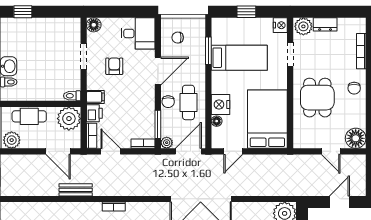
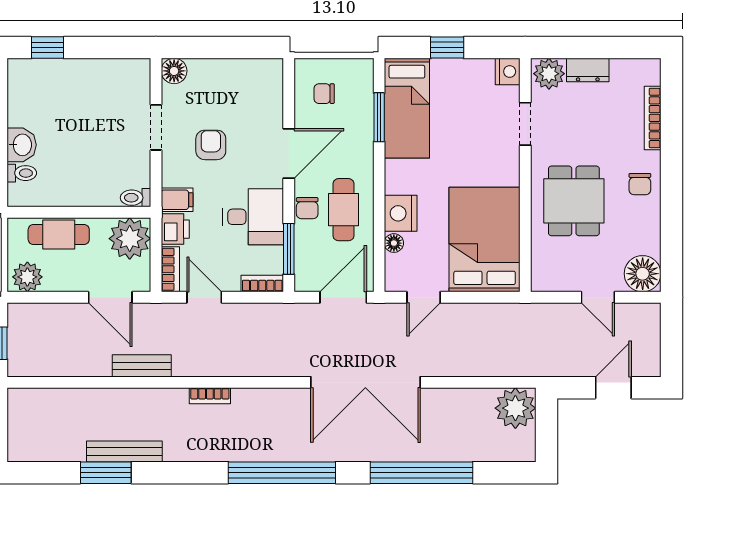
desk: (138, 33) -> (253, 217), moved
bed: (239, 58) -> (407, 108), moved, turned 90
plant: (167, 143) -> (305, 282), removed

